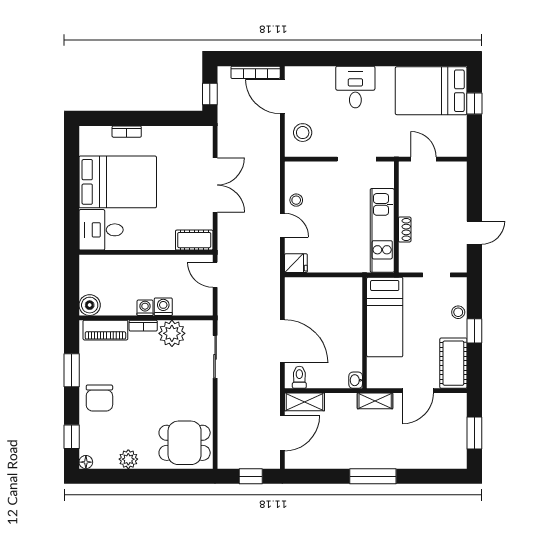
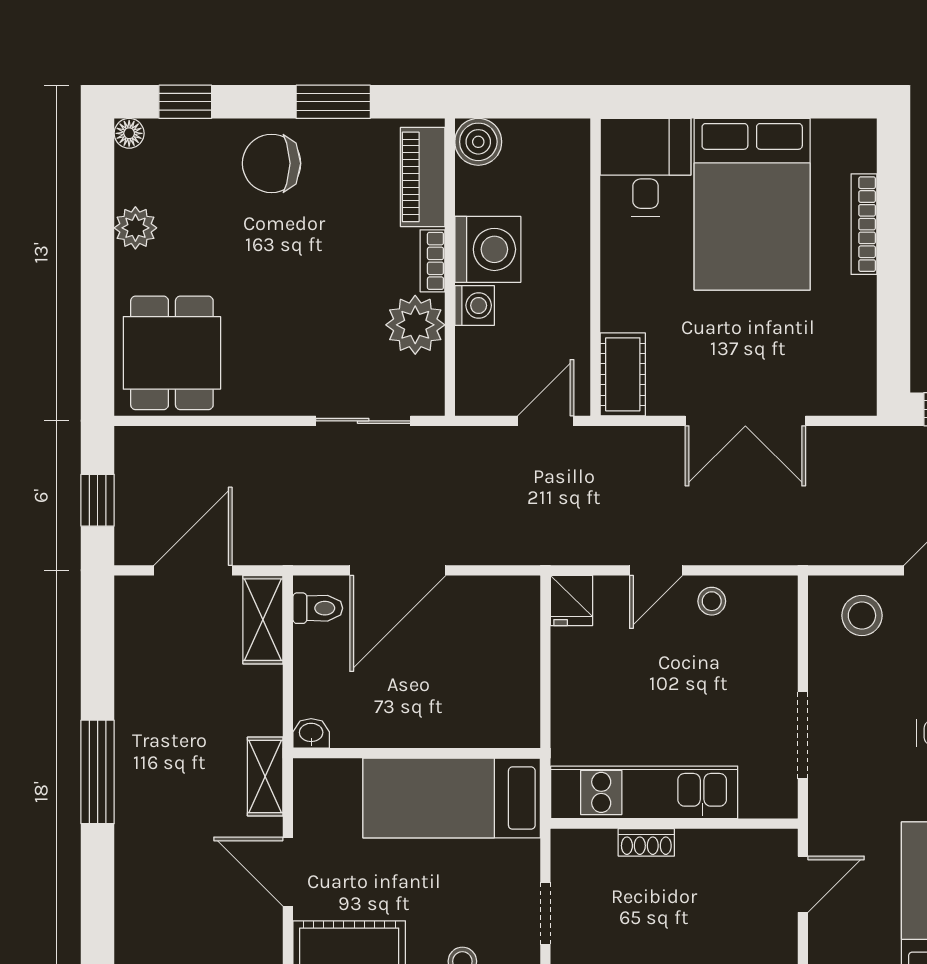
bookcase: (127, 132) -> (864, 224), width x1.56
washing machine: (145, 308) -> (488, 249), width x1.89, depth x1.89
door: (282, 433) -> (193, 570), swing flipped

